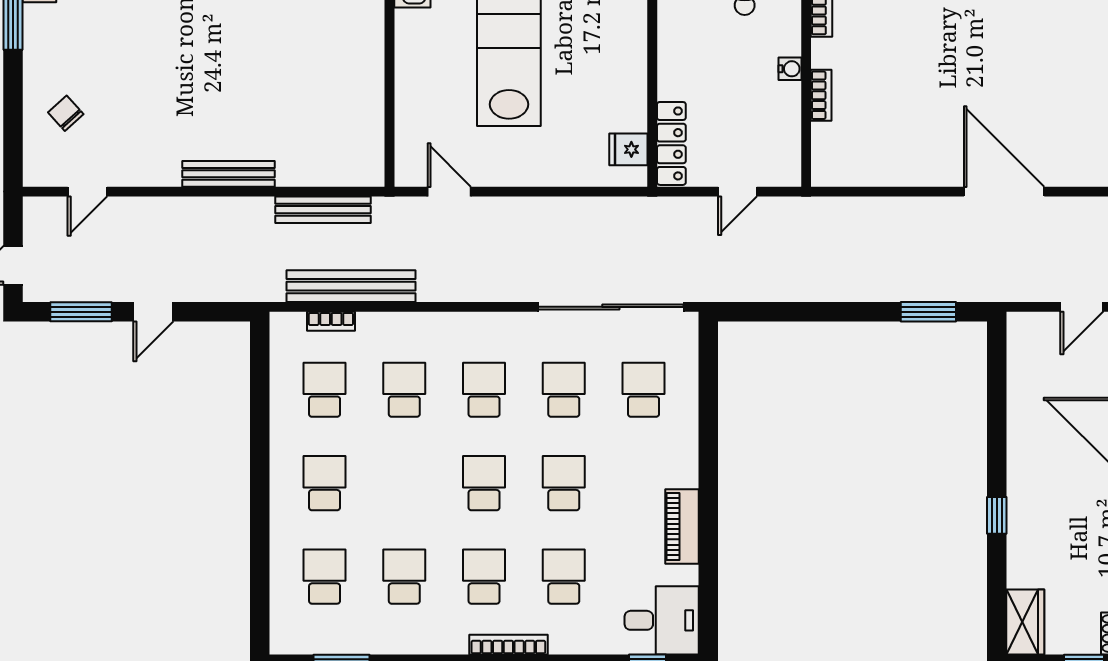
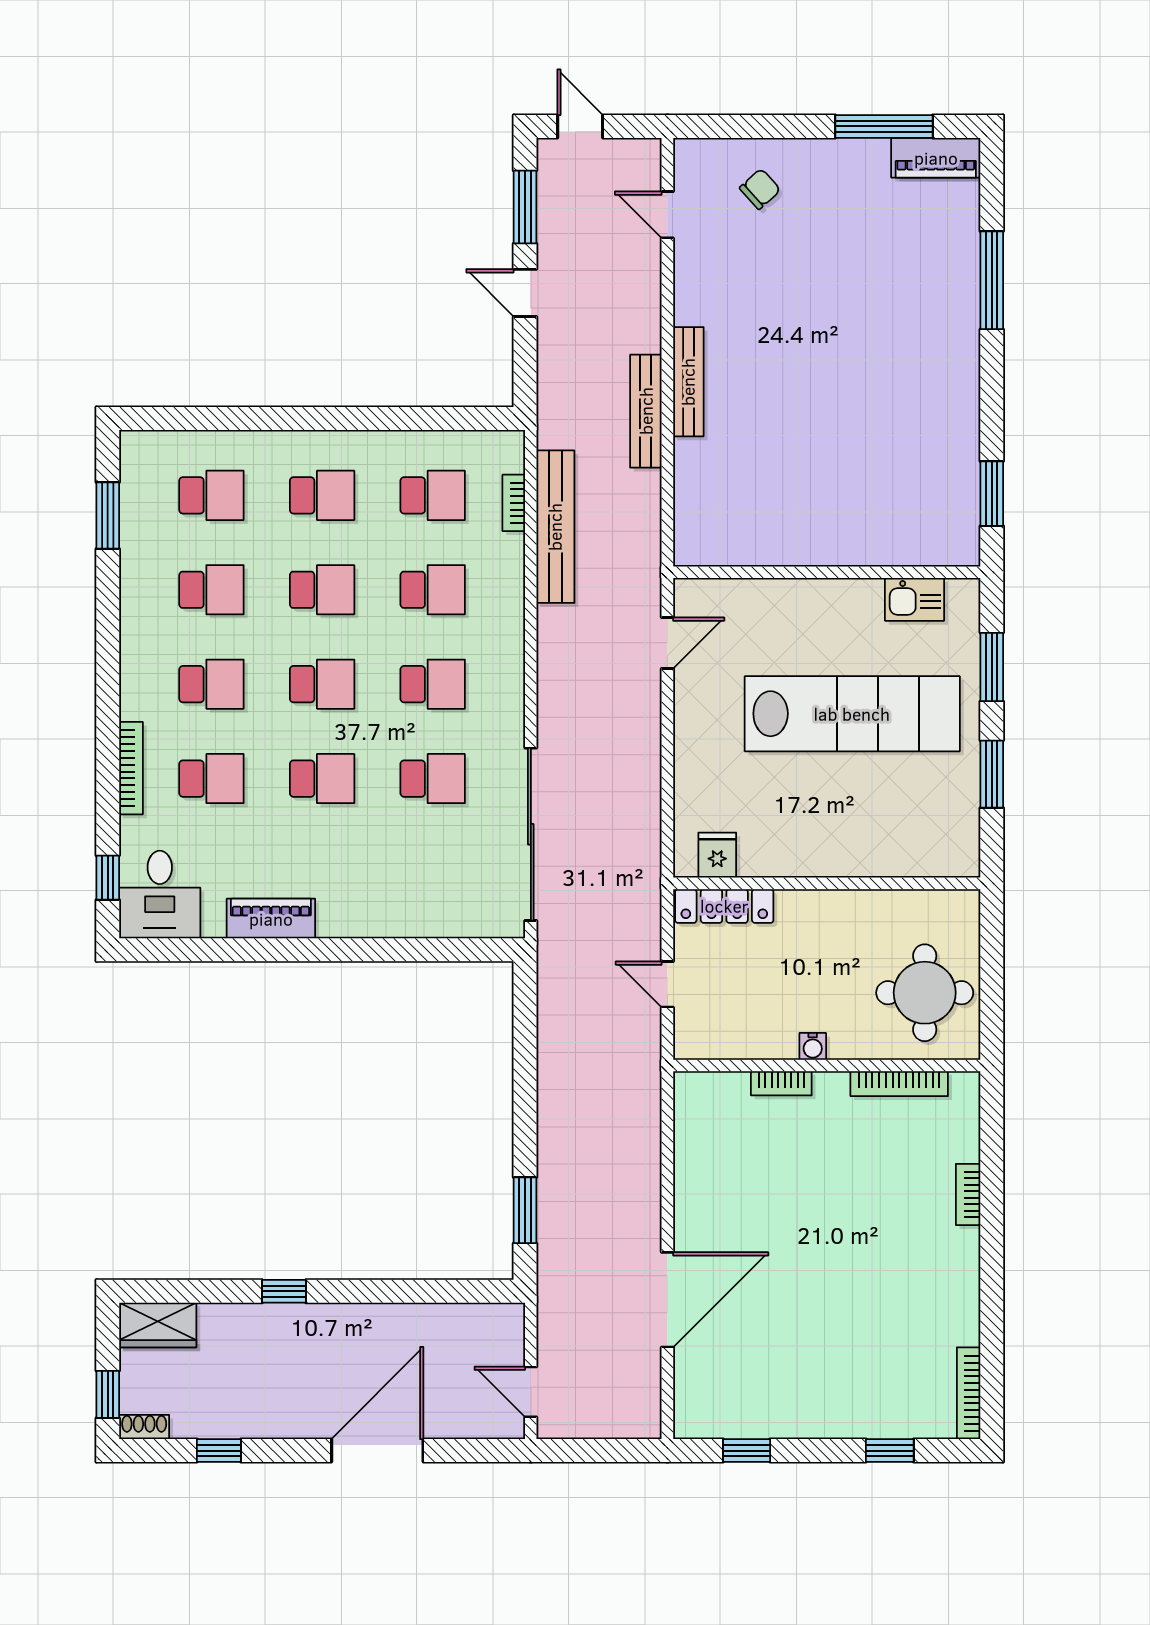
bench: (323, 210) -> (646, 411), moved
school desk: (644, 390) -> (322, 590), moved
bookcase: (508, 645) -> (131, 768), moved

